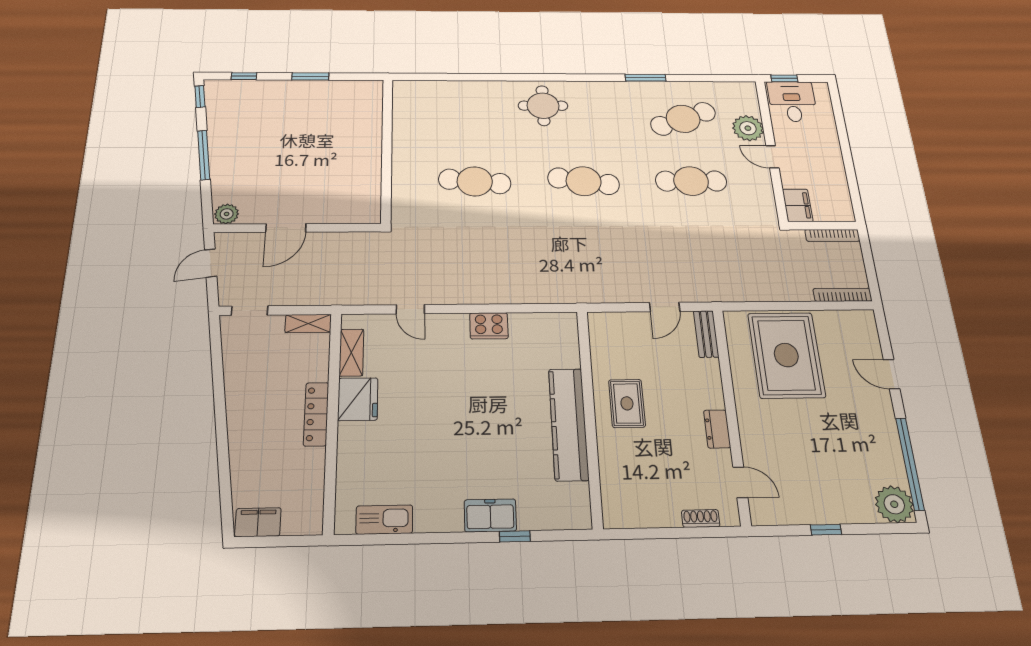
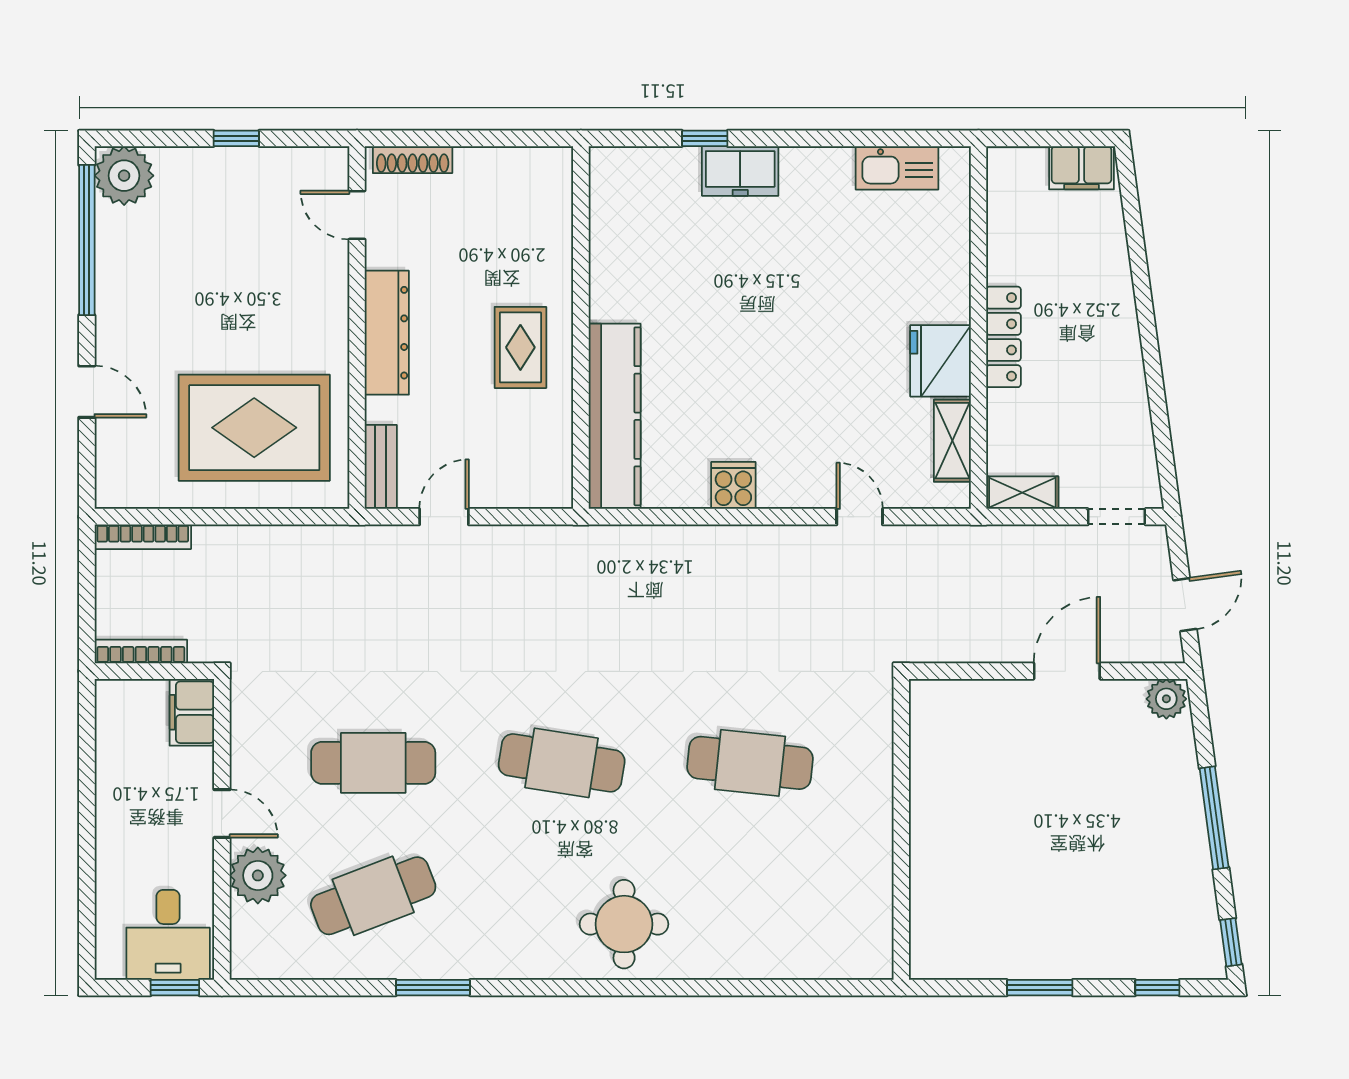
cooker: (489, 326) -> (733, 485), width x0.73
rug: (786, 355) -> (254, 428), turned 90
kitchen counter: (569, 424) -> (615, 416), moved
dresser: (717, 429) -> (387, 333), width x1.96, depth x1.24
shoe rack: (701, 518) -> (413, 160), width x1.43

